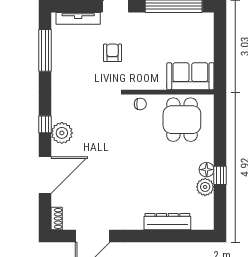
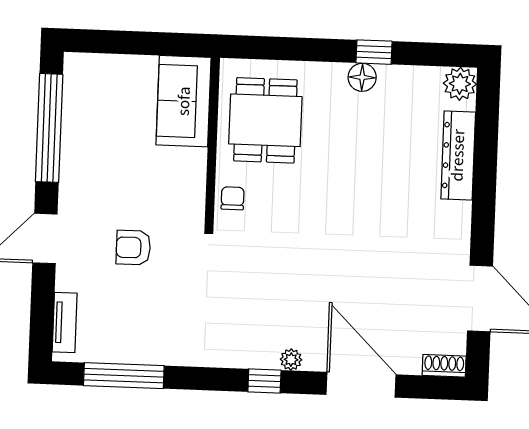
tv unit: (78, 18) -> (65, 322), width x0.71
dining table: (182, 120) -> (265, 120), turned 90
plant: (62, 133) -> (291, 360), width x0.53, depth x0.53
plant: (205, 187) -> (460, 84), moved

